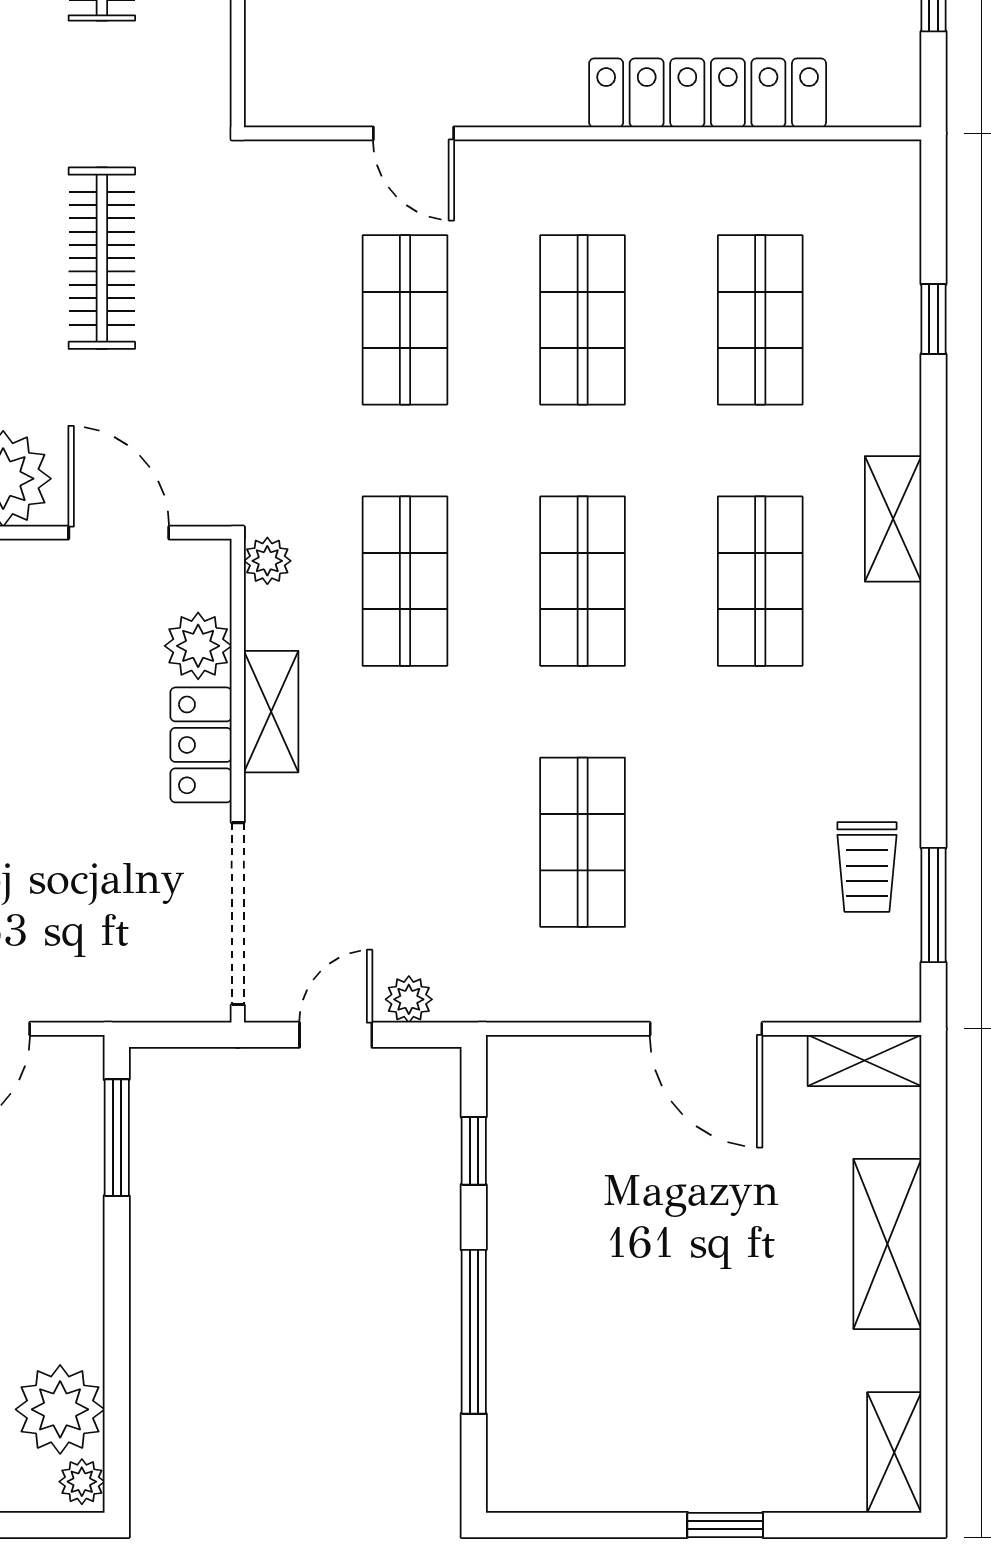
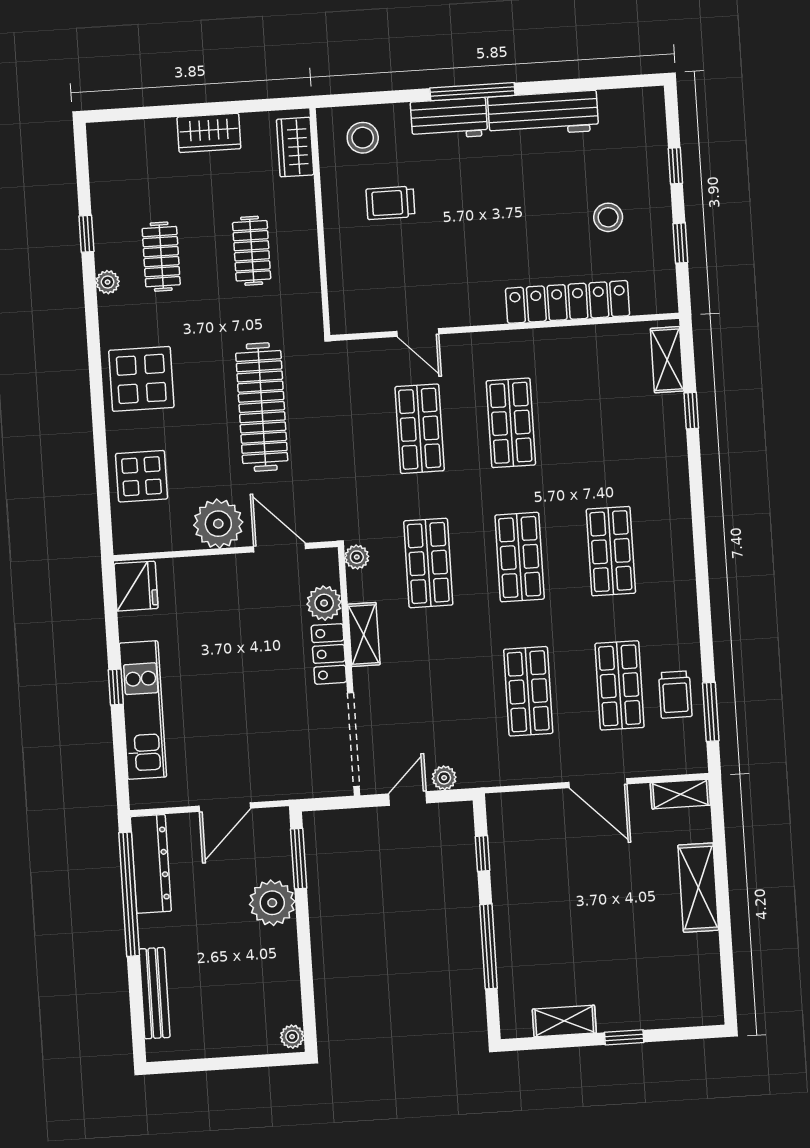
clothes rail: (102, 258) -> (262, 407), width x1.37, depth x1.31
shop shelf: (760, 320) -> (620, 685), moved
shelving: (893, 519) -> (667, 360), moved
plant: (60, 1409) -> (272, 903), moved
shelving: (894, 1453) -> (564, 1021), moved, turned 90

